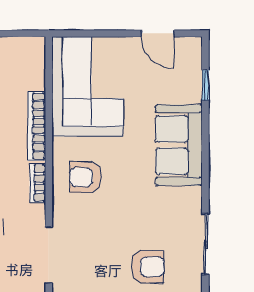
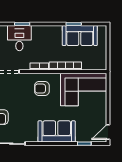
door: (158, 33) -> (108, 132), moved
armchair: (86, 177) -> (42, 89), turned -90

